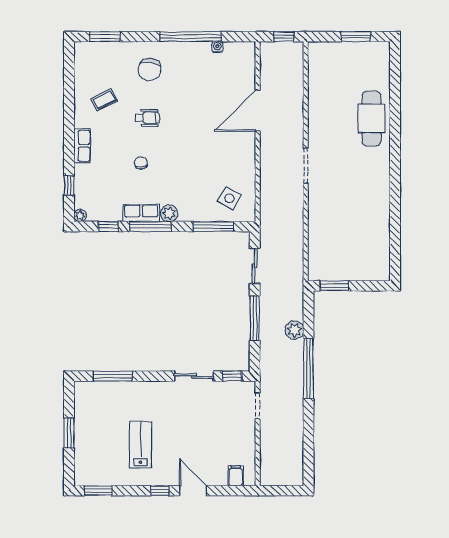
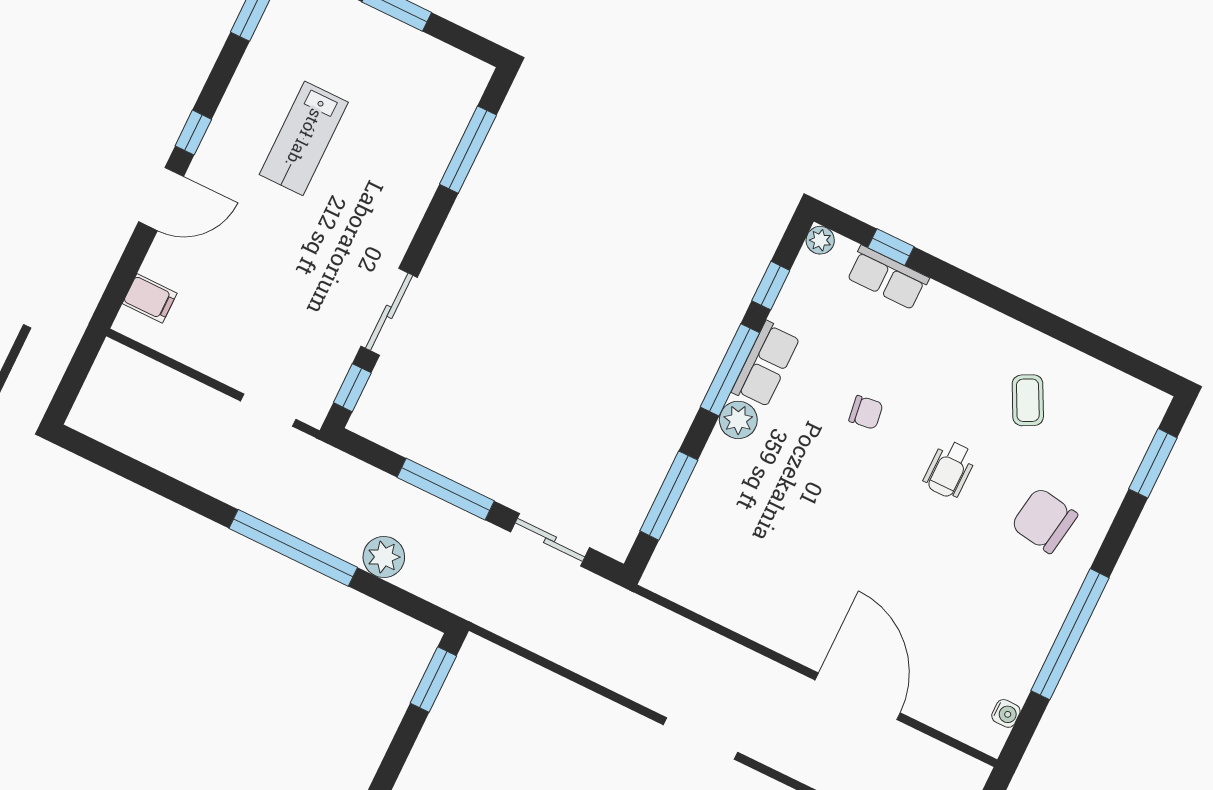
water cooler: (217, 47) -> (1006, 713), moved
row of seats: (82, 146) -> (887, 278), moved
side table: (230, 198) -> (710, 555), removed
lab bench: (140, 445) -> (304, 138), turned 90

